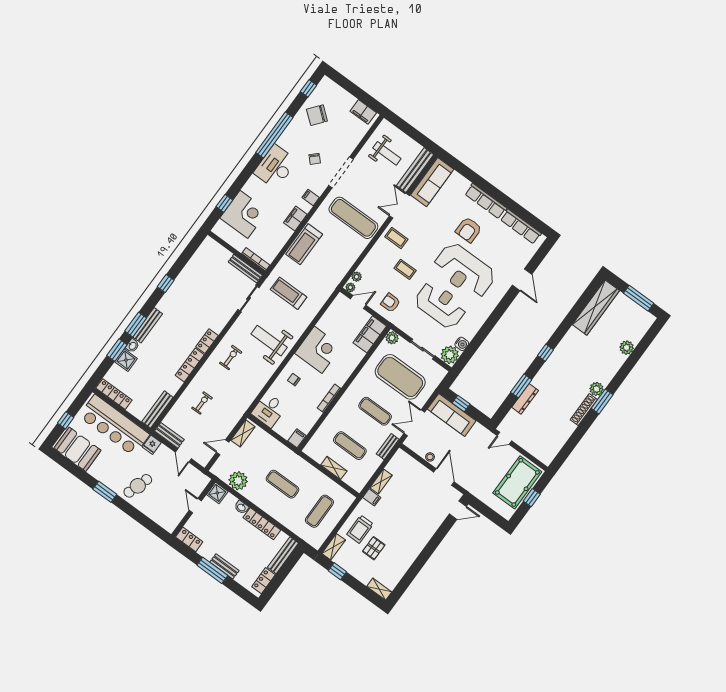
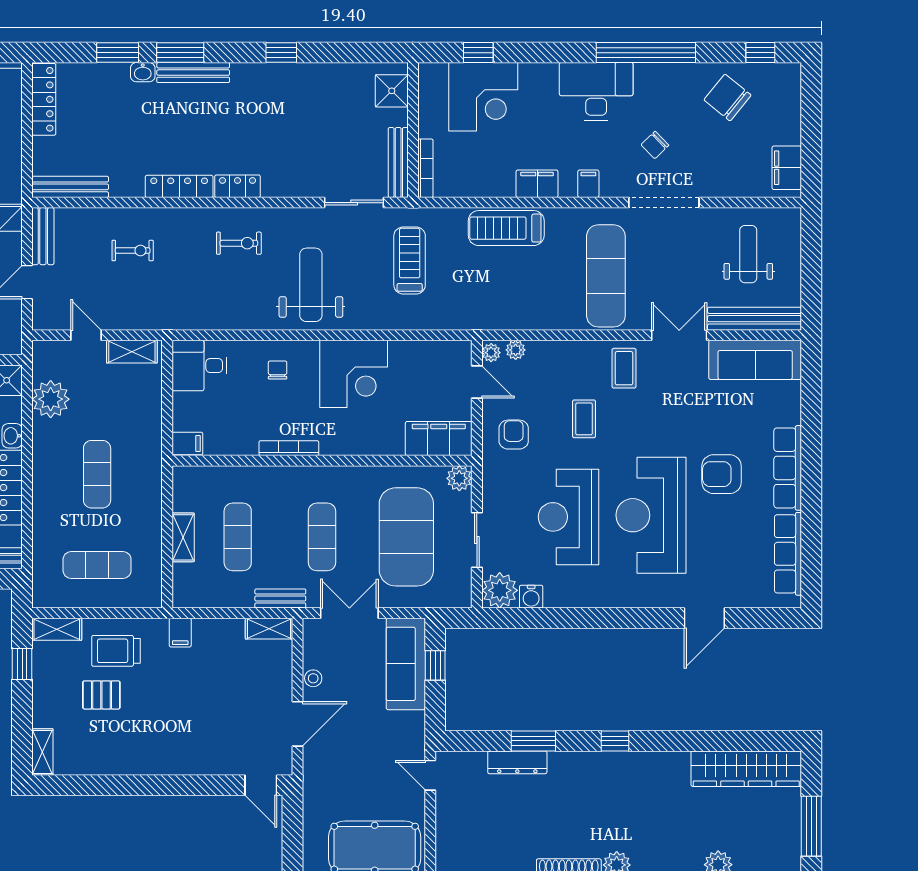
weight bench: (387, 153) -> (748, 254), turned 180
reception desk: (440, 305) -> (568, 517), turned 180
shower: (126, 360) -> (392, 91), moved
shelving: (381, 481) -> (269, 629), moved

